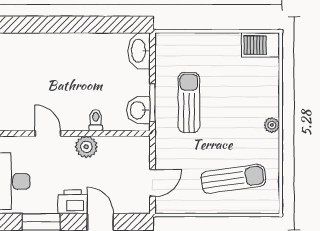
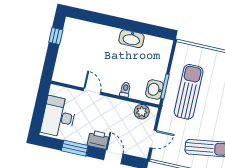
washbasin: (139, 51) -> (131, 39), moved, turned -90
sun lounger: (189, 102) -> (189, 92), width x1.36, depth x1.34
plant: (86, 147) -> (142, 112), moved

